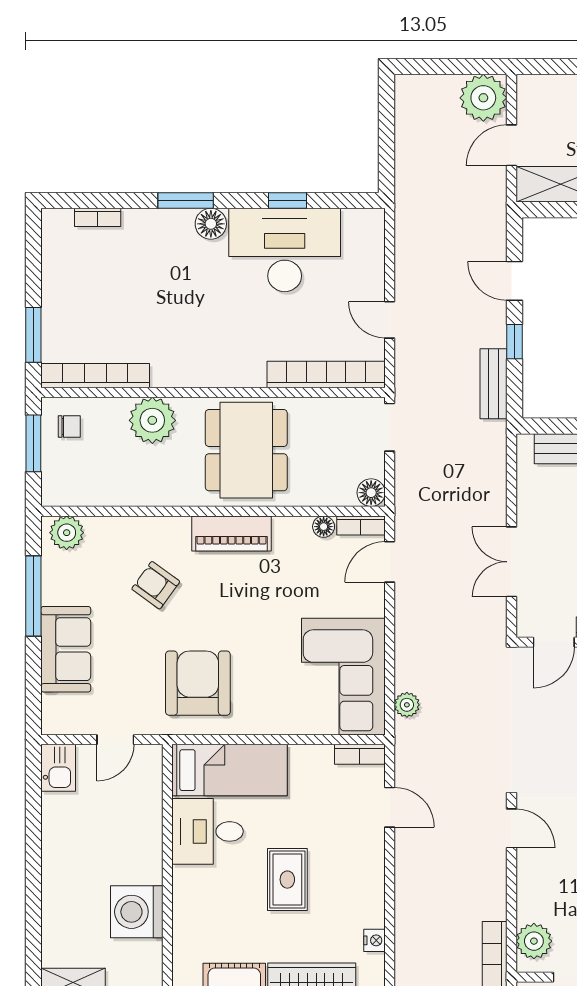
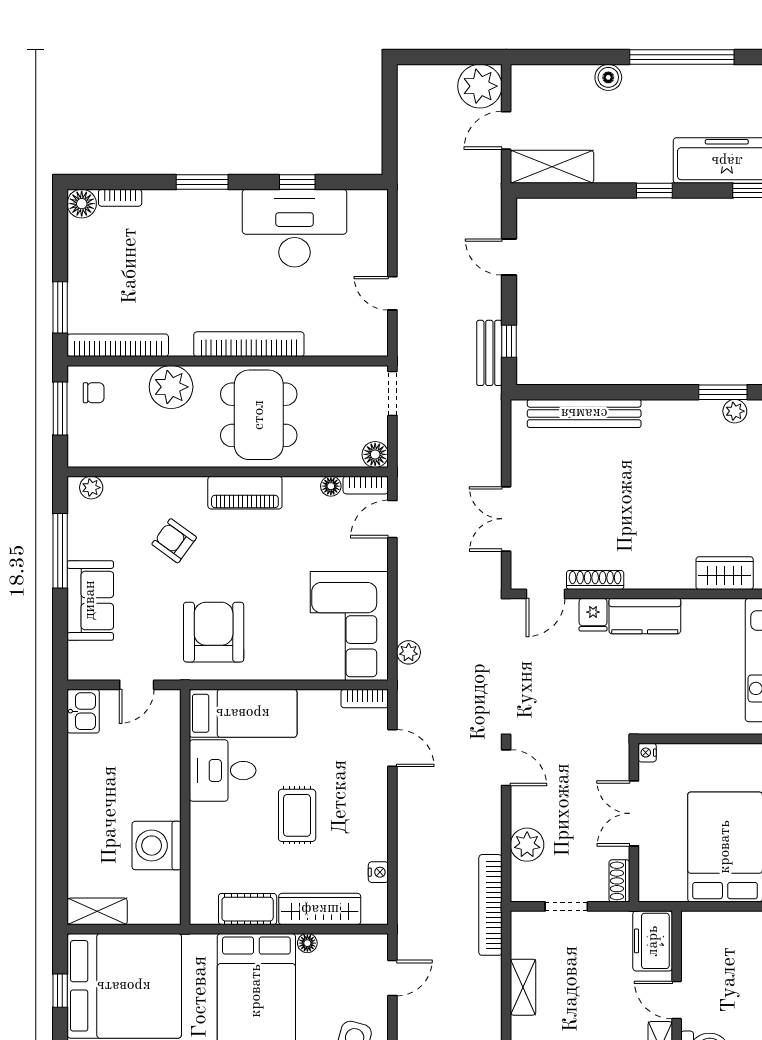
floor lamp: (211, 224) -> (82, 204), moved
window: (515, 342) -> (509, 341), moved
bookcase: (326, 374) -> (249, 344), moved
plant: (67, 533) -> (91, 488), width x0.73, depth x0.73
plant: (534, 941) -> (527, 845), moved

